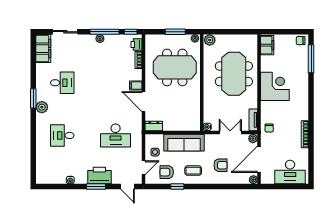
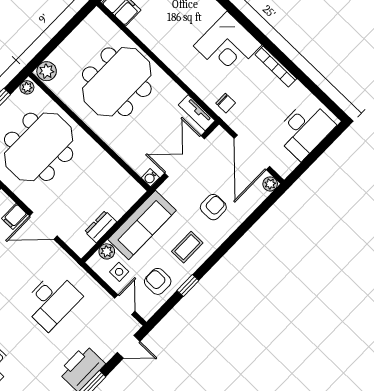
meeting table: (234, 74) -> (117, 82), turned 90
corner desk: (275, 86) -> (228, 45), moved, turned 180
dresser: (154, 126) -> (101, 227), moved
double door: (230, 132) -> (185, 156), width x1.37
plant: (253, 139) -> (107, 251), moved
armchair: (167, 172) -> (158, 281), turned 90

